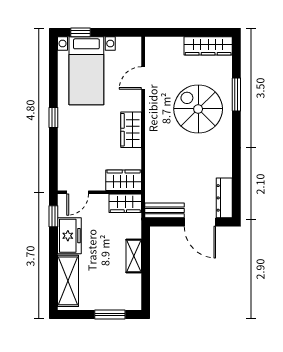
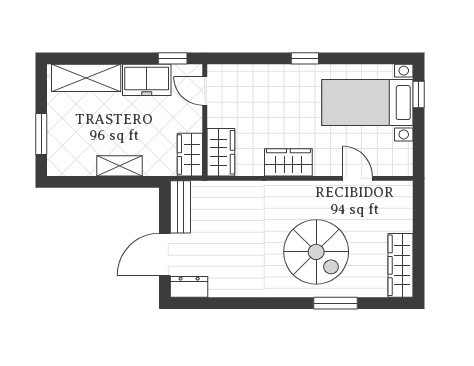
spiral stairs: (198, 109) -> (316, 252), turned 90
dresser: (224, 198) -> (189, 287), width x0.70

